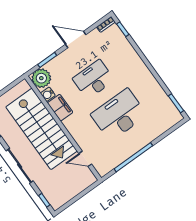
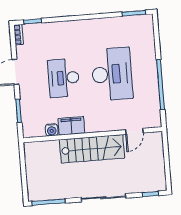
plant: (41, 78) -> (33, 127), removed
desk: (119, 115) -> (112, 74), turned 180
stairs: (41, 129) -> (92, 149), width x0.73, depth x0.66

